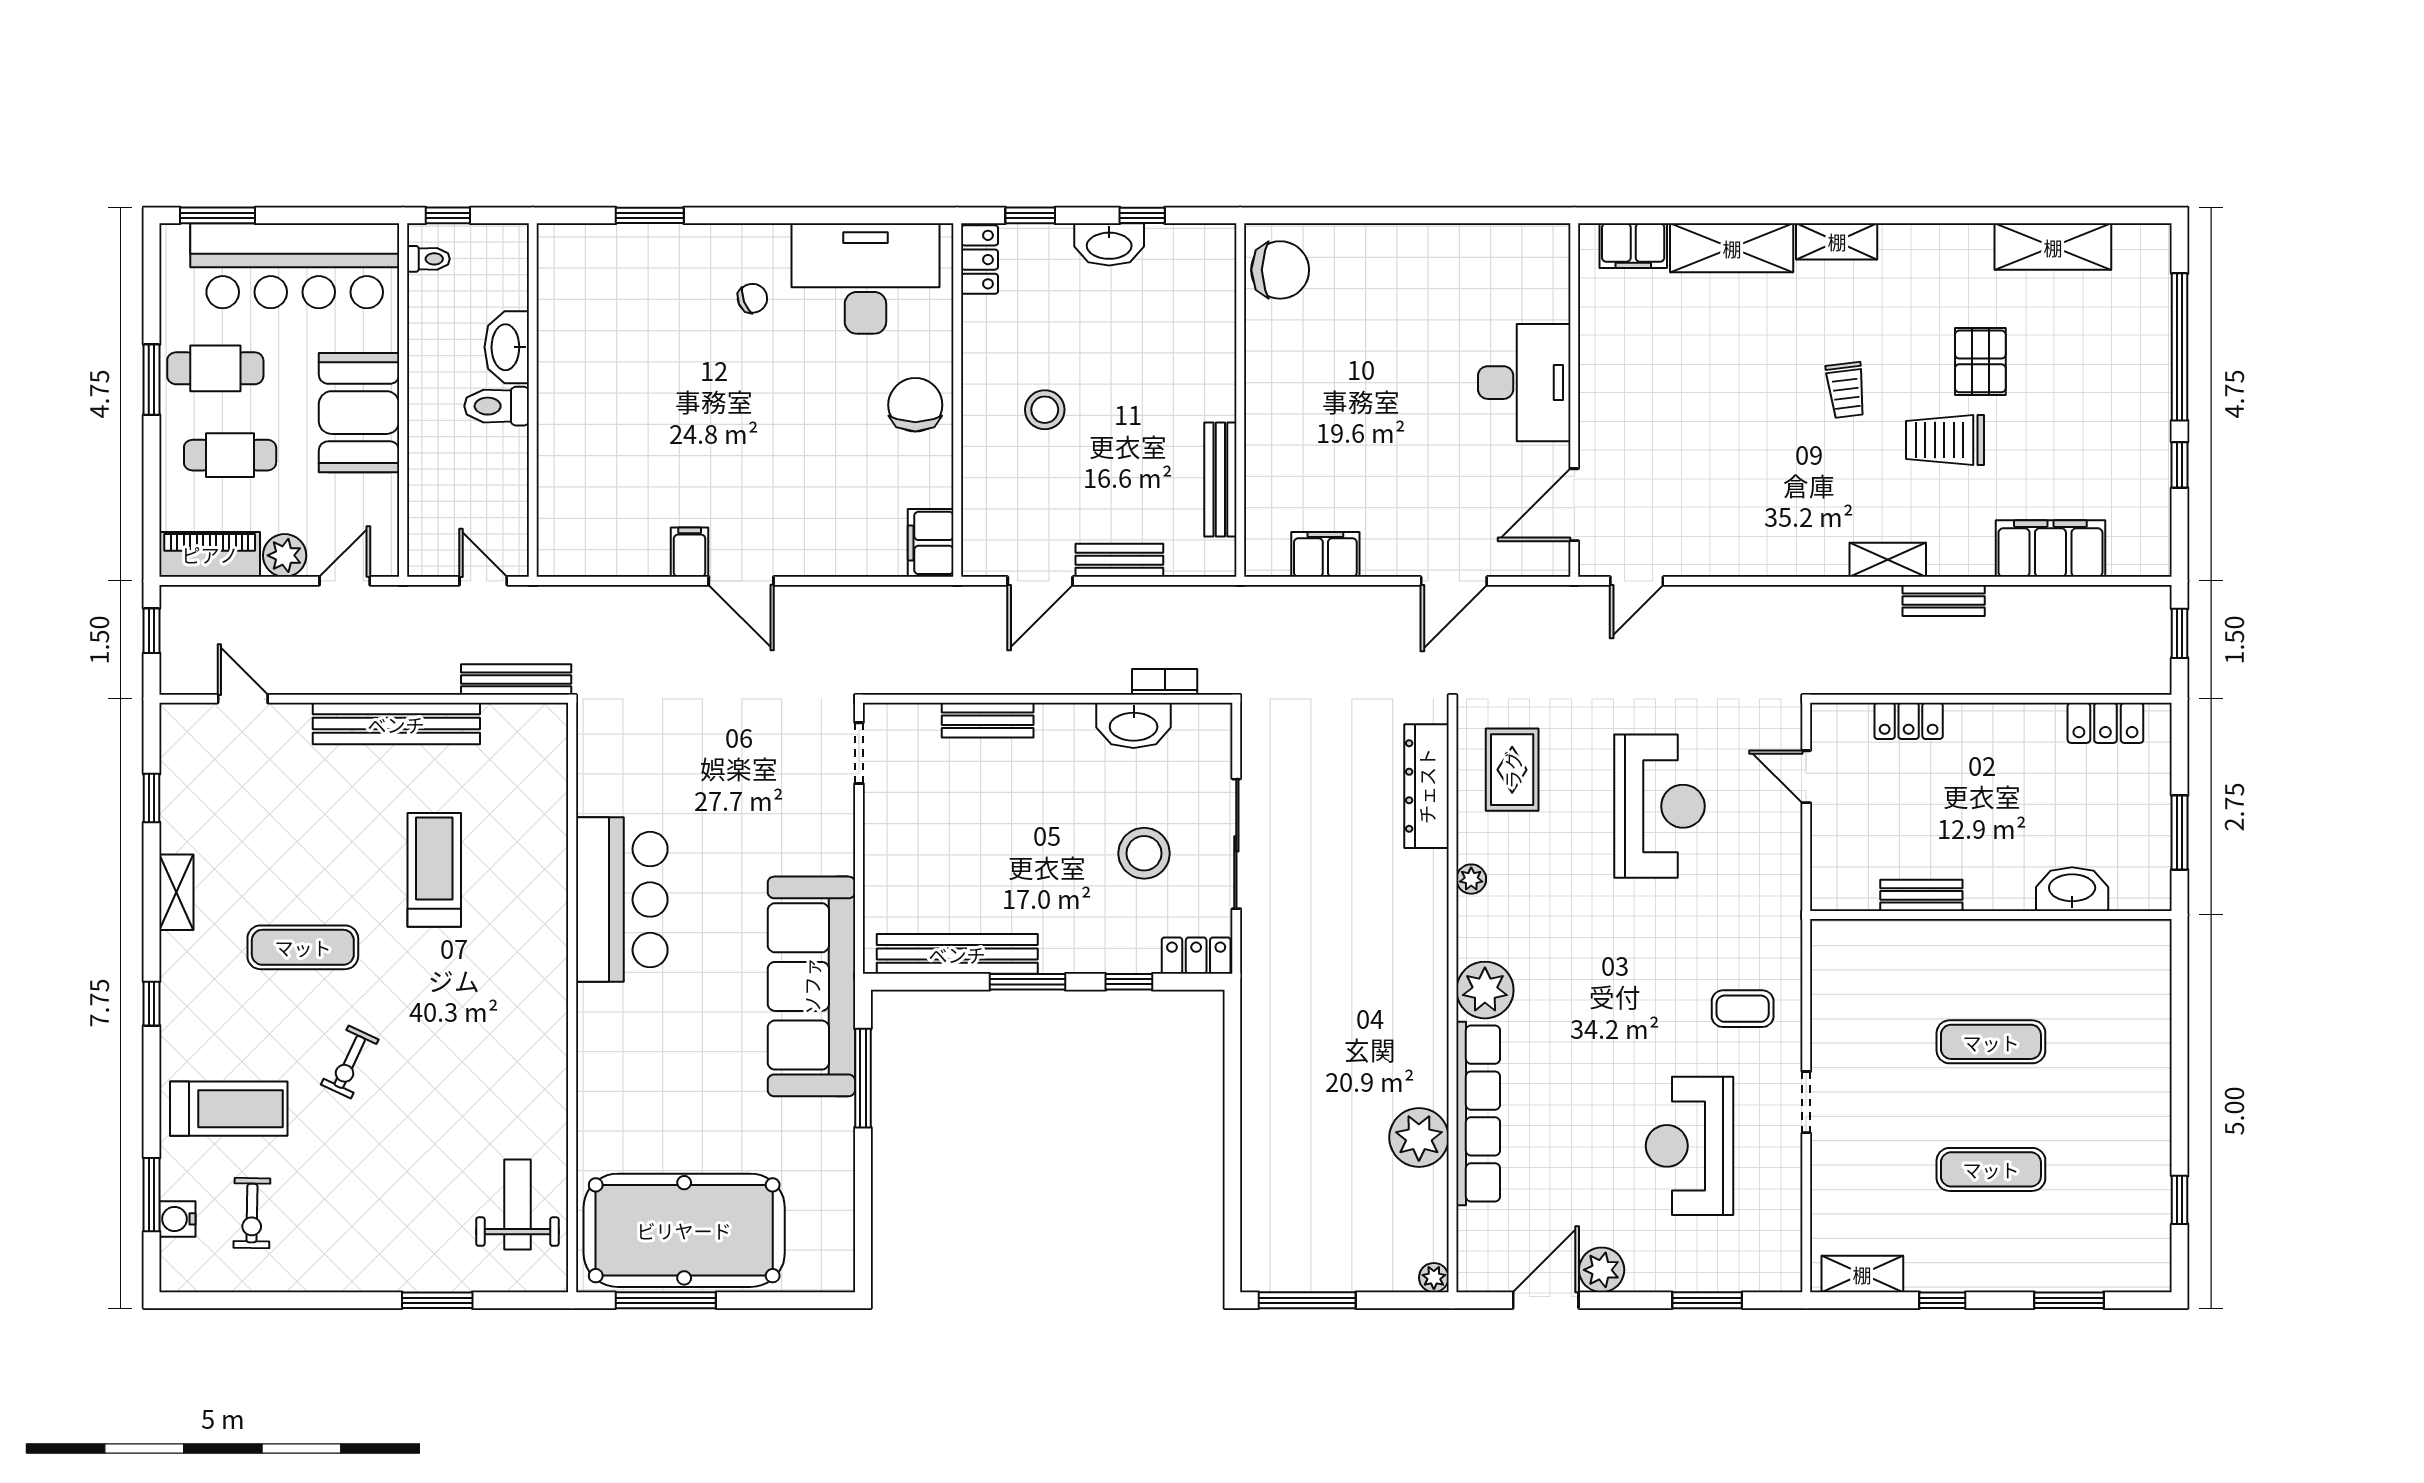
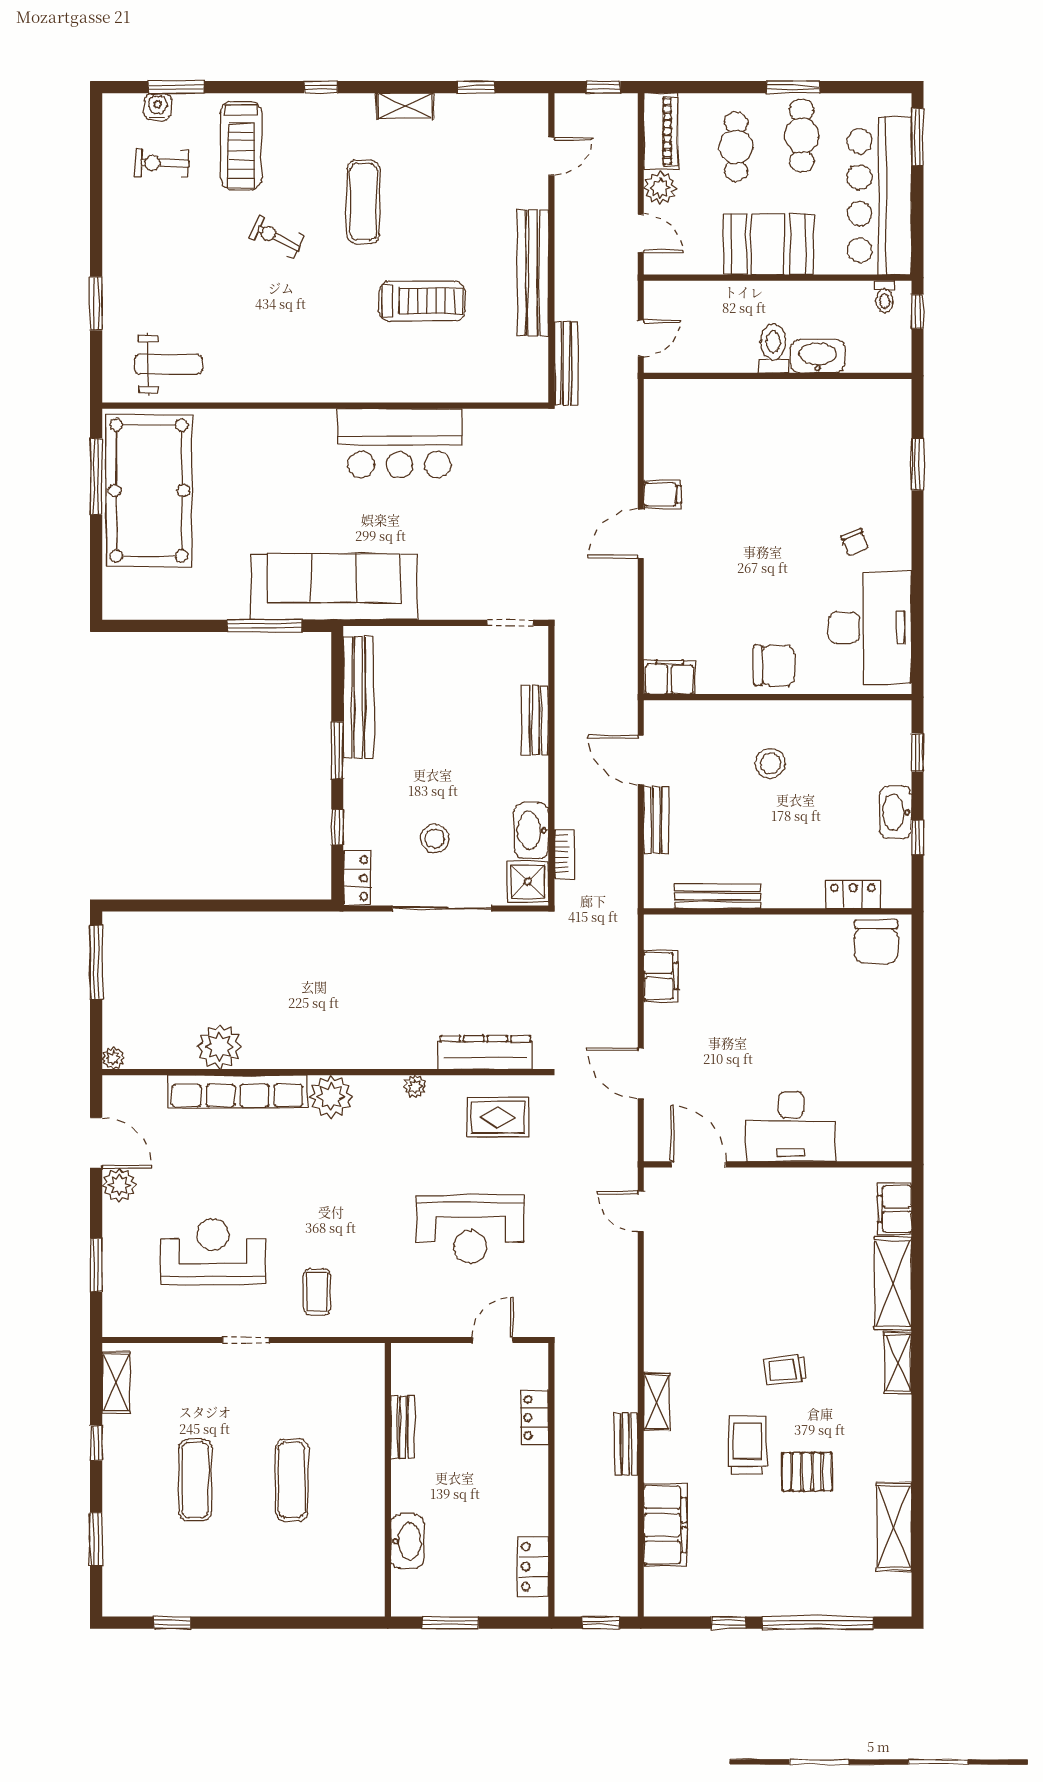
locker: (980, 260) -> (853, 895), moved, turned 180
shower: (1201, 730) -> (528, 882), added
stool: (1144, 853) -> (435, 839), width x0.73, depth x0.73

